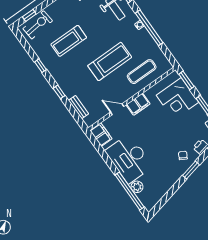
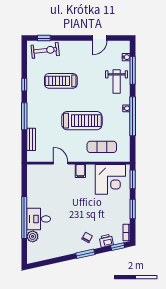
window: (59, 92) -> (24, 116), width x2.17
corner desk: (177, 99) -> (110, 179), moved, turned -90
filing cabinet: (138, 104) -> (80, 171), width x0.50
filing cabinet: (101, 135) -> (33, 174), removed
desk: (129, 159) -> (39, 219), width x0.53, depth x0.77
window: (130, 191) -> (24, 218), moved

